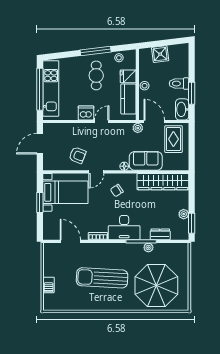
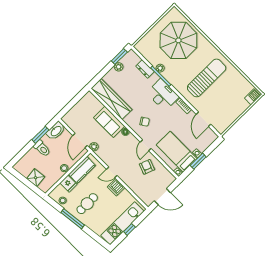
window: (40, 89) -> (129, 229), width x0.32
rug: (173, 139) -> (79, 118), removed
door: (96, 172) -> (146, 145), swing flipped
sun lounger: (102, 278) -> (207, 78), turned -93
barbecue: (49, 285) -> (252, 97), moved

